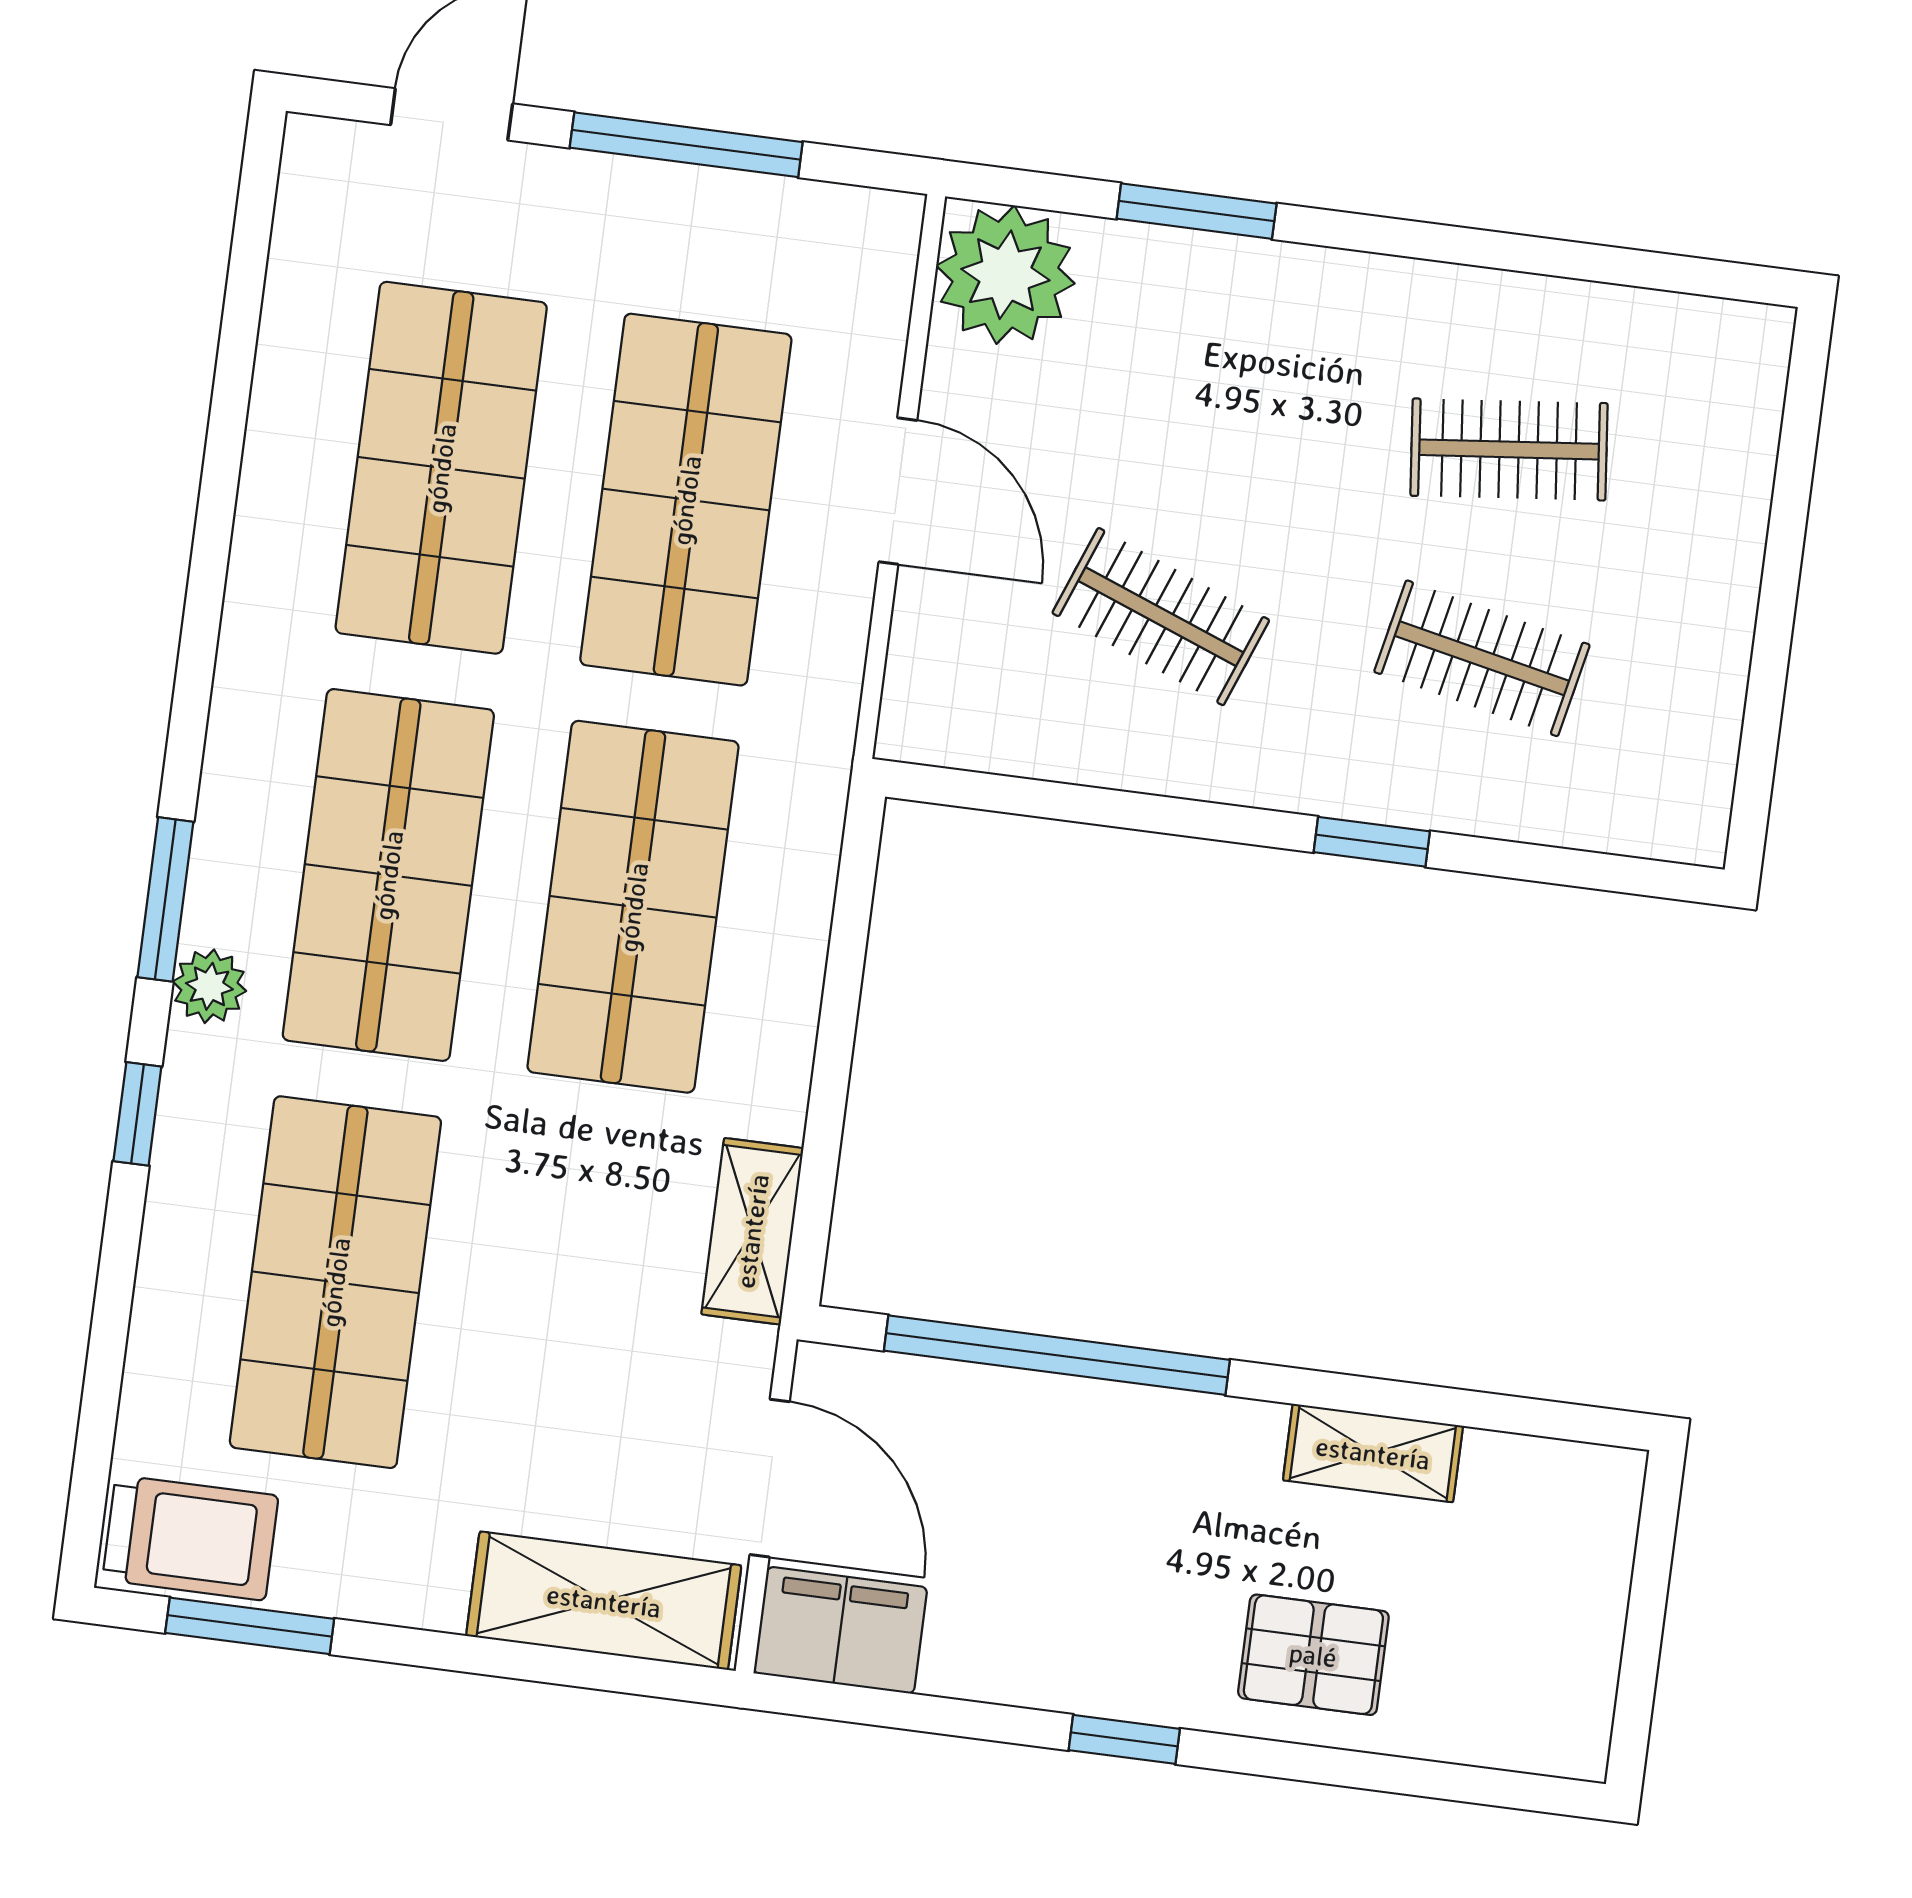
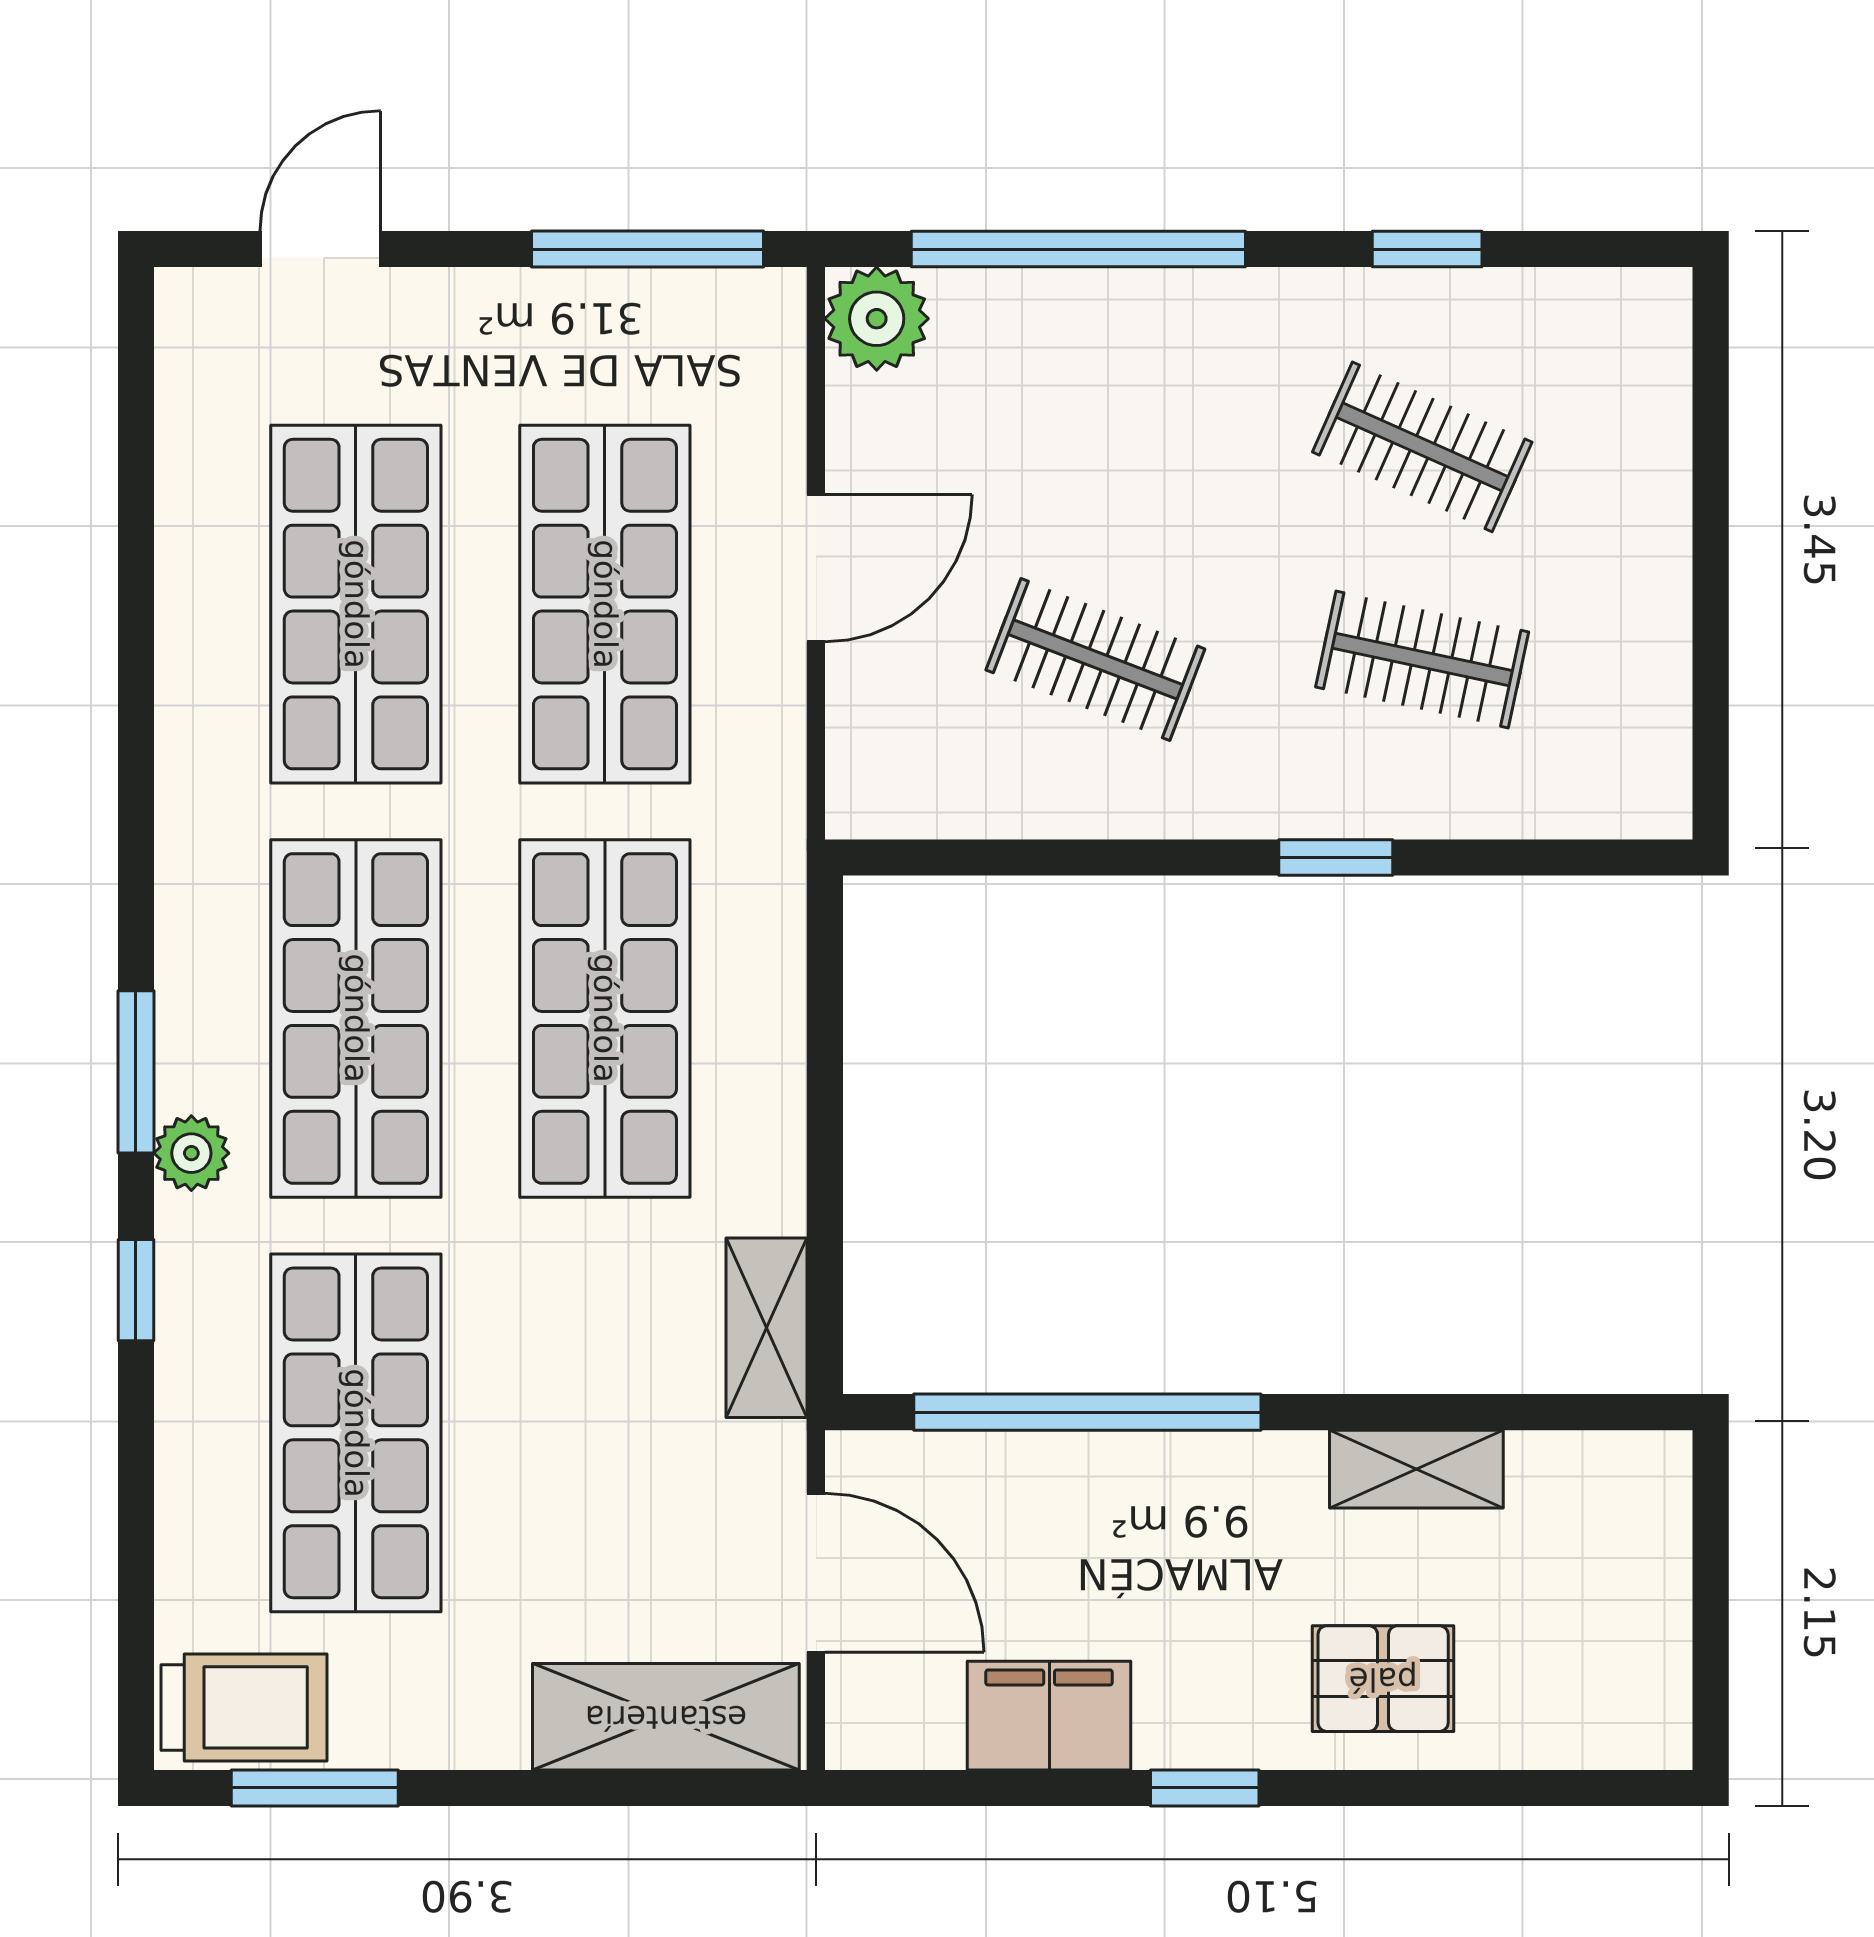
window: (686, 145) -> (648, 249), moved
window: (1197, 211) -> (1078, 249), width x2.11
window: (1539, 256) -> (1427, 249), added
plant: (1005, 275) -> (877, 319), width x0.73, depth x0.73
clothes rail: (1509, 449) -> (1422, 447), turned 30
door: (898, 491) -> (816, 568), hinge flipped
filing cabinet: (840, 1630) -> (1049, 1716), moved

